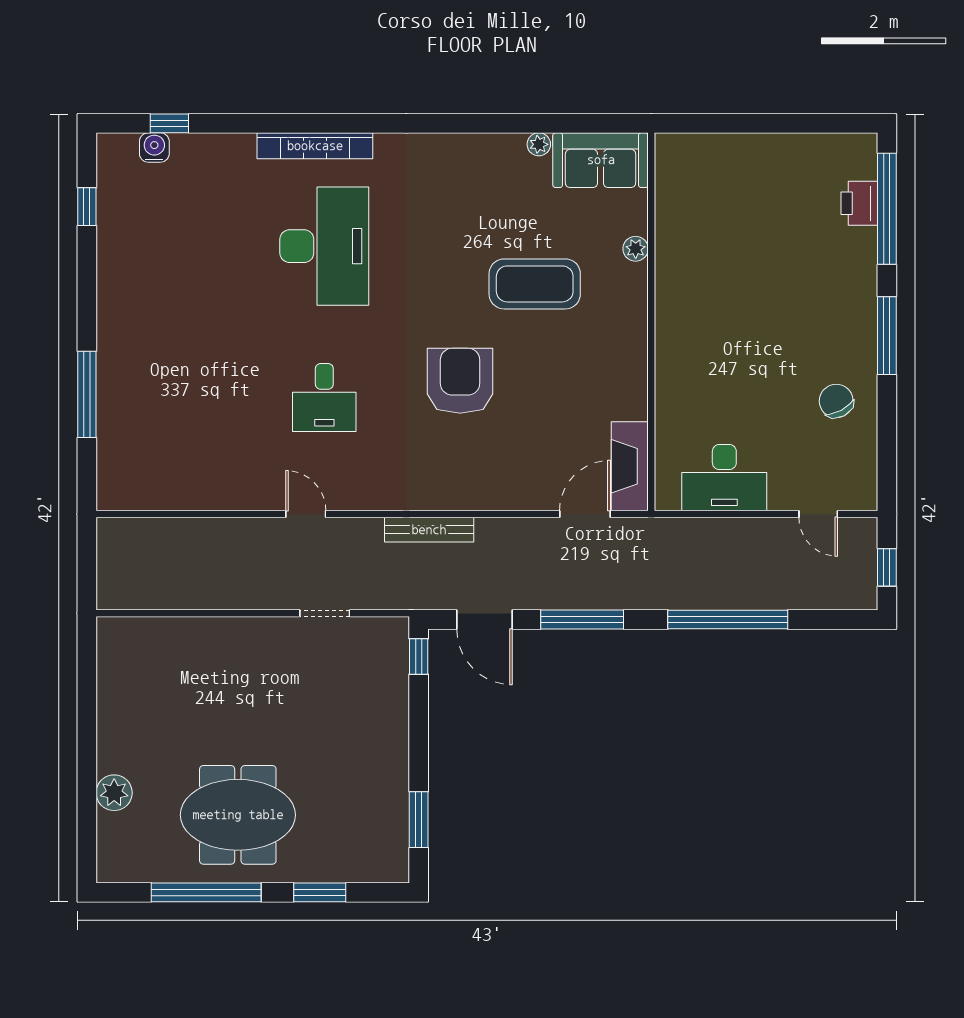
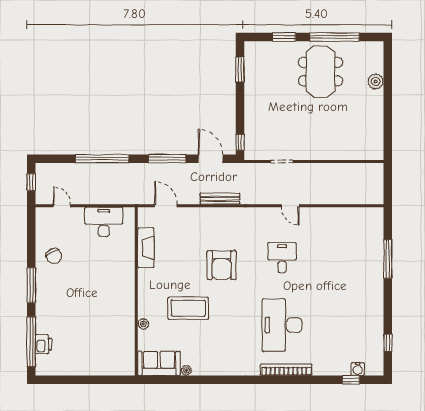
fireplace: (630, 466) -> (146, 248), moved
door: (585, 514) -> (166, 206), swing flipped
bench: (429, 530) -> (220, 199), moved
meeting table: (238, 815) -> (321, 72), turned 90

